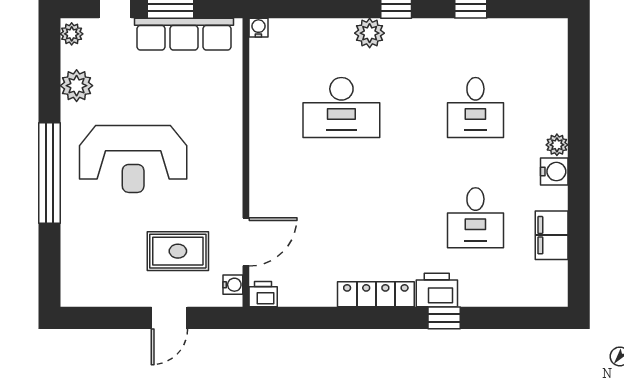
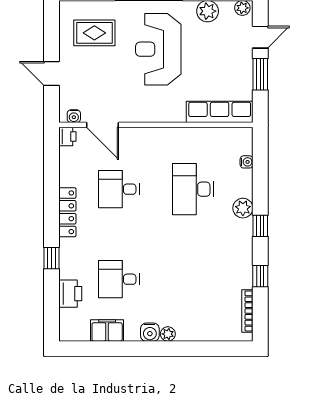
bookcase: (523, 26) -> (247, 311), added
water cooler: (258, 28) -> (247, 162), moved
row of seats: (184, 34) -> (220, 112), moved, turned 90
desk: (475, 107) -> (119, 189), moved
rug: (178, 251) -> (94, 33), moved, turned 90
printer: (437, 290) -> (70, 294), moved

